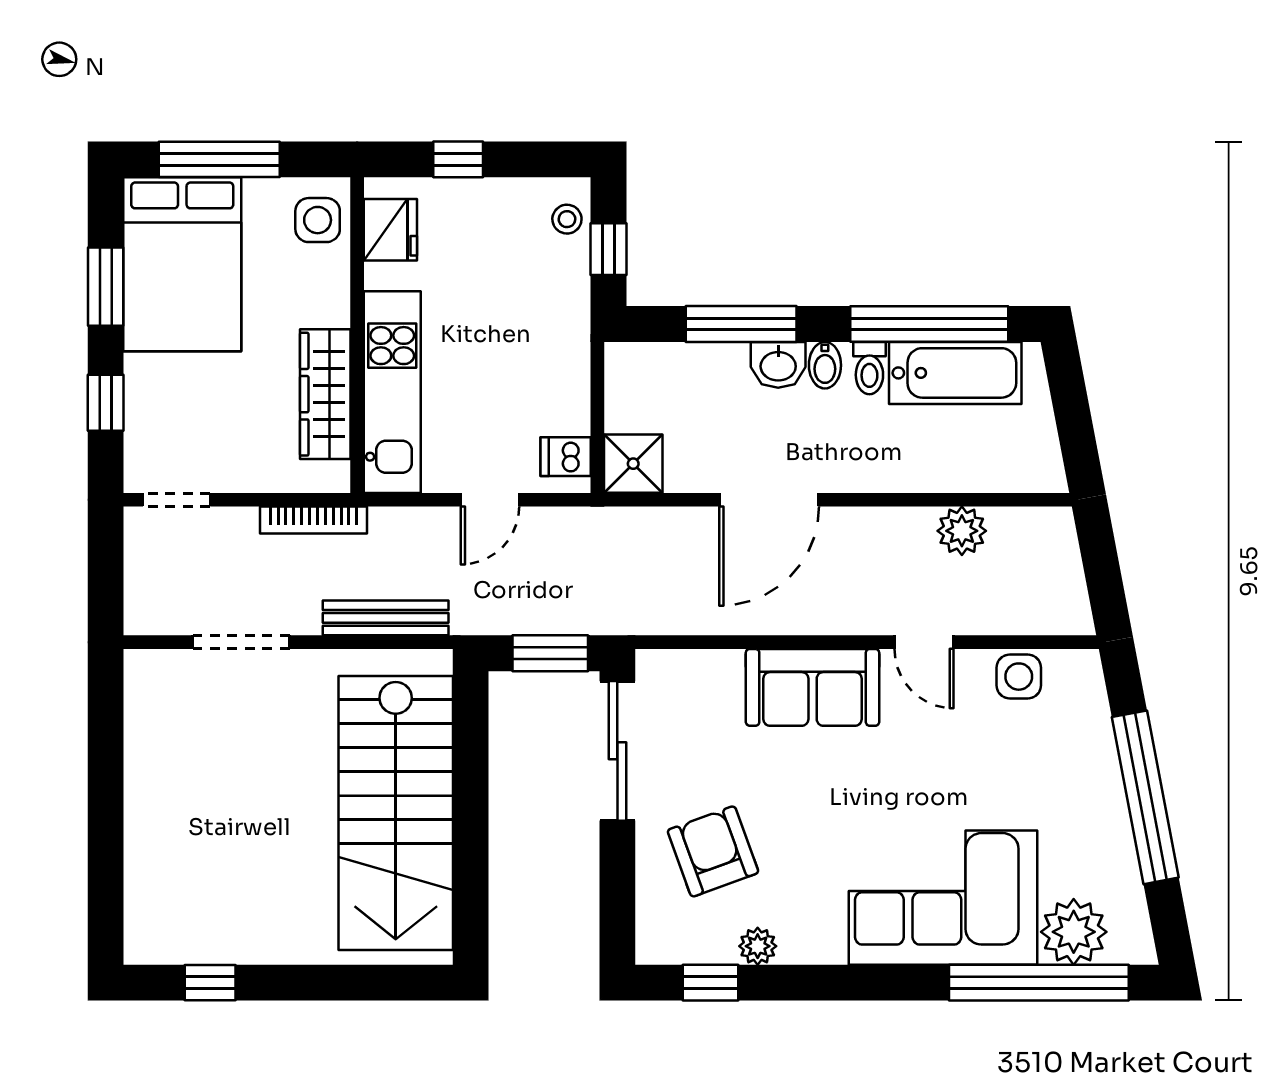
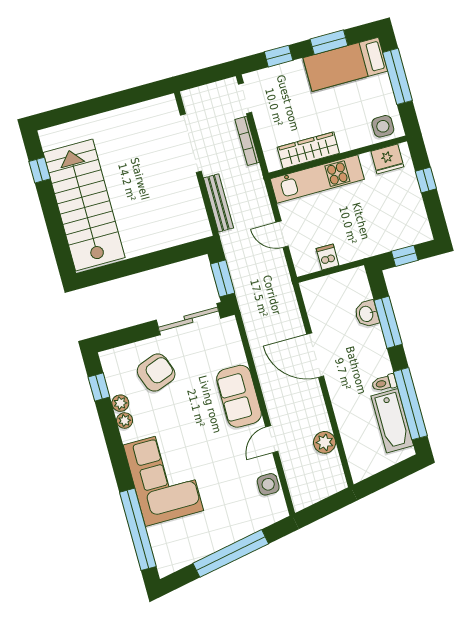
stool: (567, 219) -> (413, 234), removed
bed: (182, 264) -> (345, 64), width x0.67
washbasin: (778, 365) -> (367, 314), moved
bidet: (825, 365) -> (380, 363), removed
dishwasher: (566, 457) -> (328, 257), moved
shower: (633, 464) -> (315, 292), removed
bookcase: (313, 520) -> (247, 141), moved
doorway: (241, 642) -> (191, 143), width x1.36
stairs: (396, 813) -> (84, 205), moved, turned 90
plant: (1074, 932) -> (125, 420), moved, width x0.53, depth x0.53

